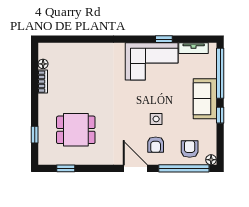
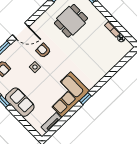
window: (164, 39) -> (85, 99), moved
window: (220, 73) -> (25, 123), removed
armchair: (156, 145) -> (43, 51), moved

